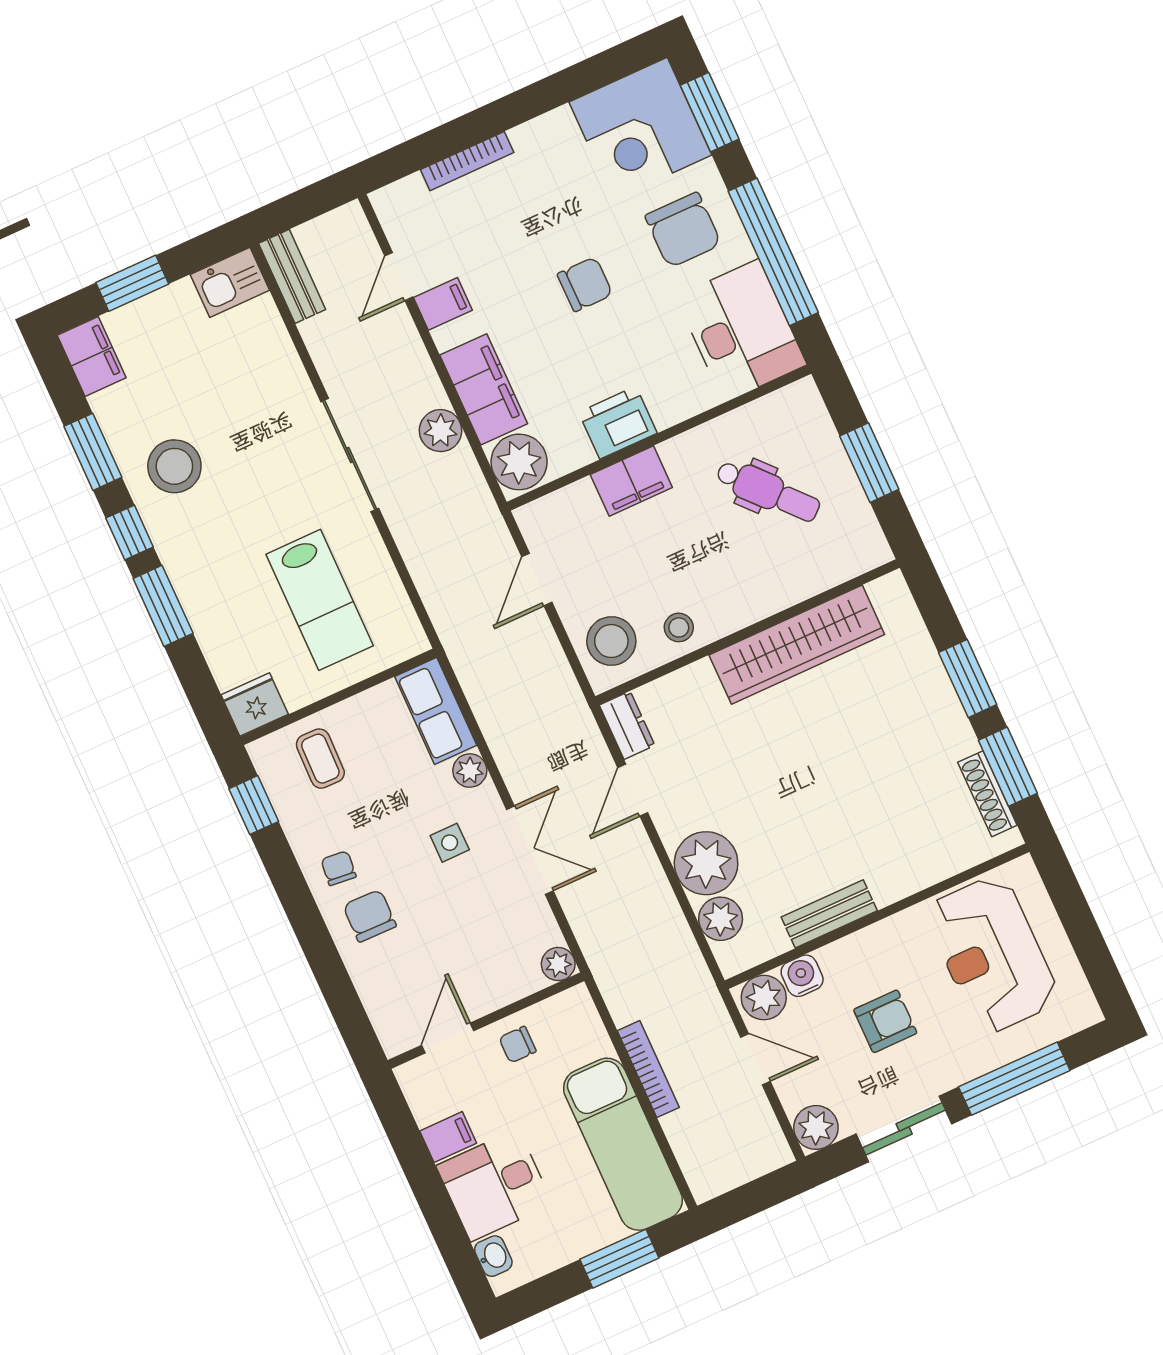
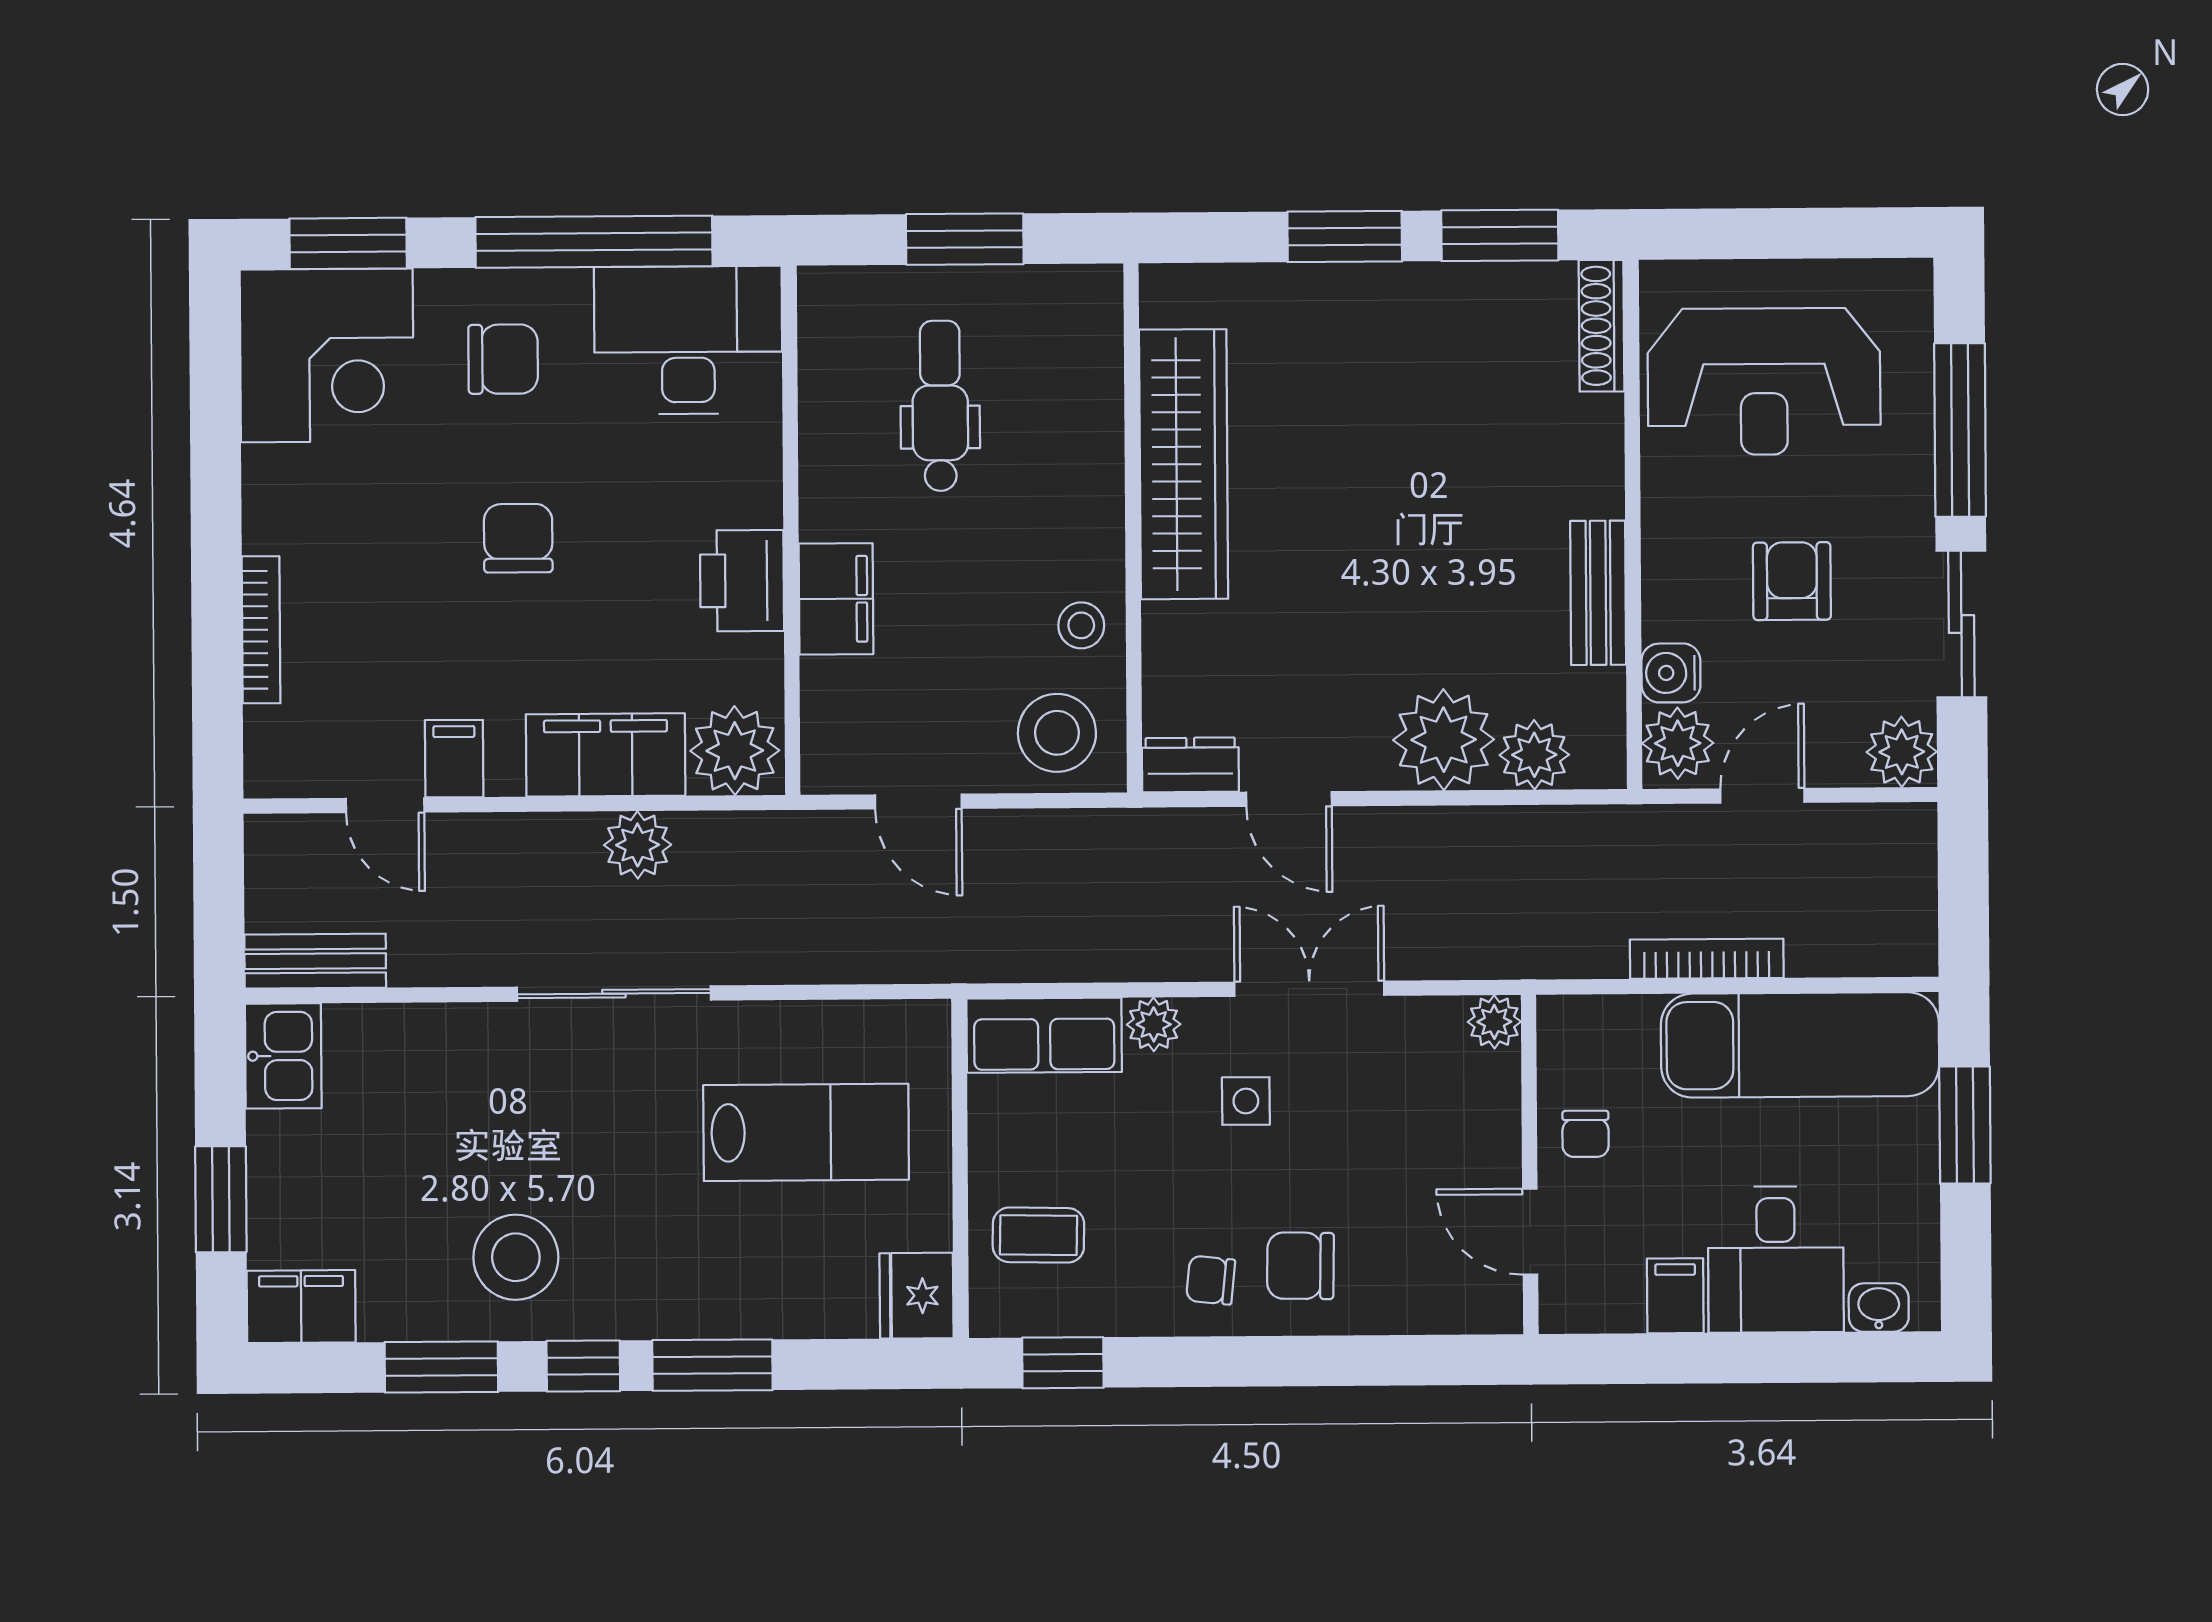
chair: (683, 230) -> (503, 359), width x0.73, depth x0.73
dental chair: (768, 491) -> (940, 406), turned -48
shoe rack: (987, 794) -> (1601, 326), moved, turned 90

